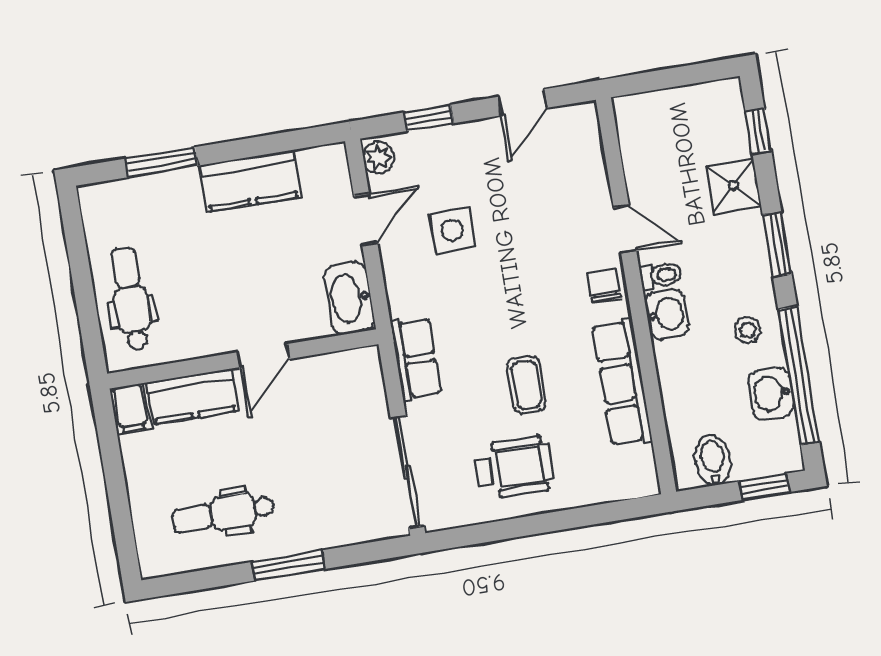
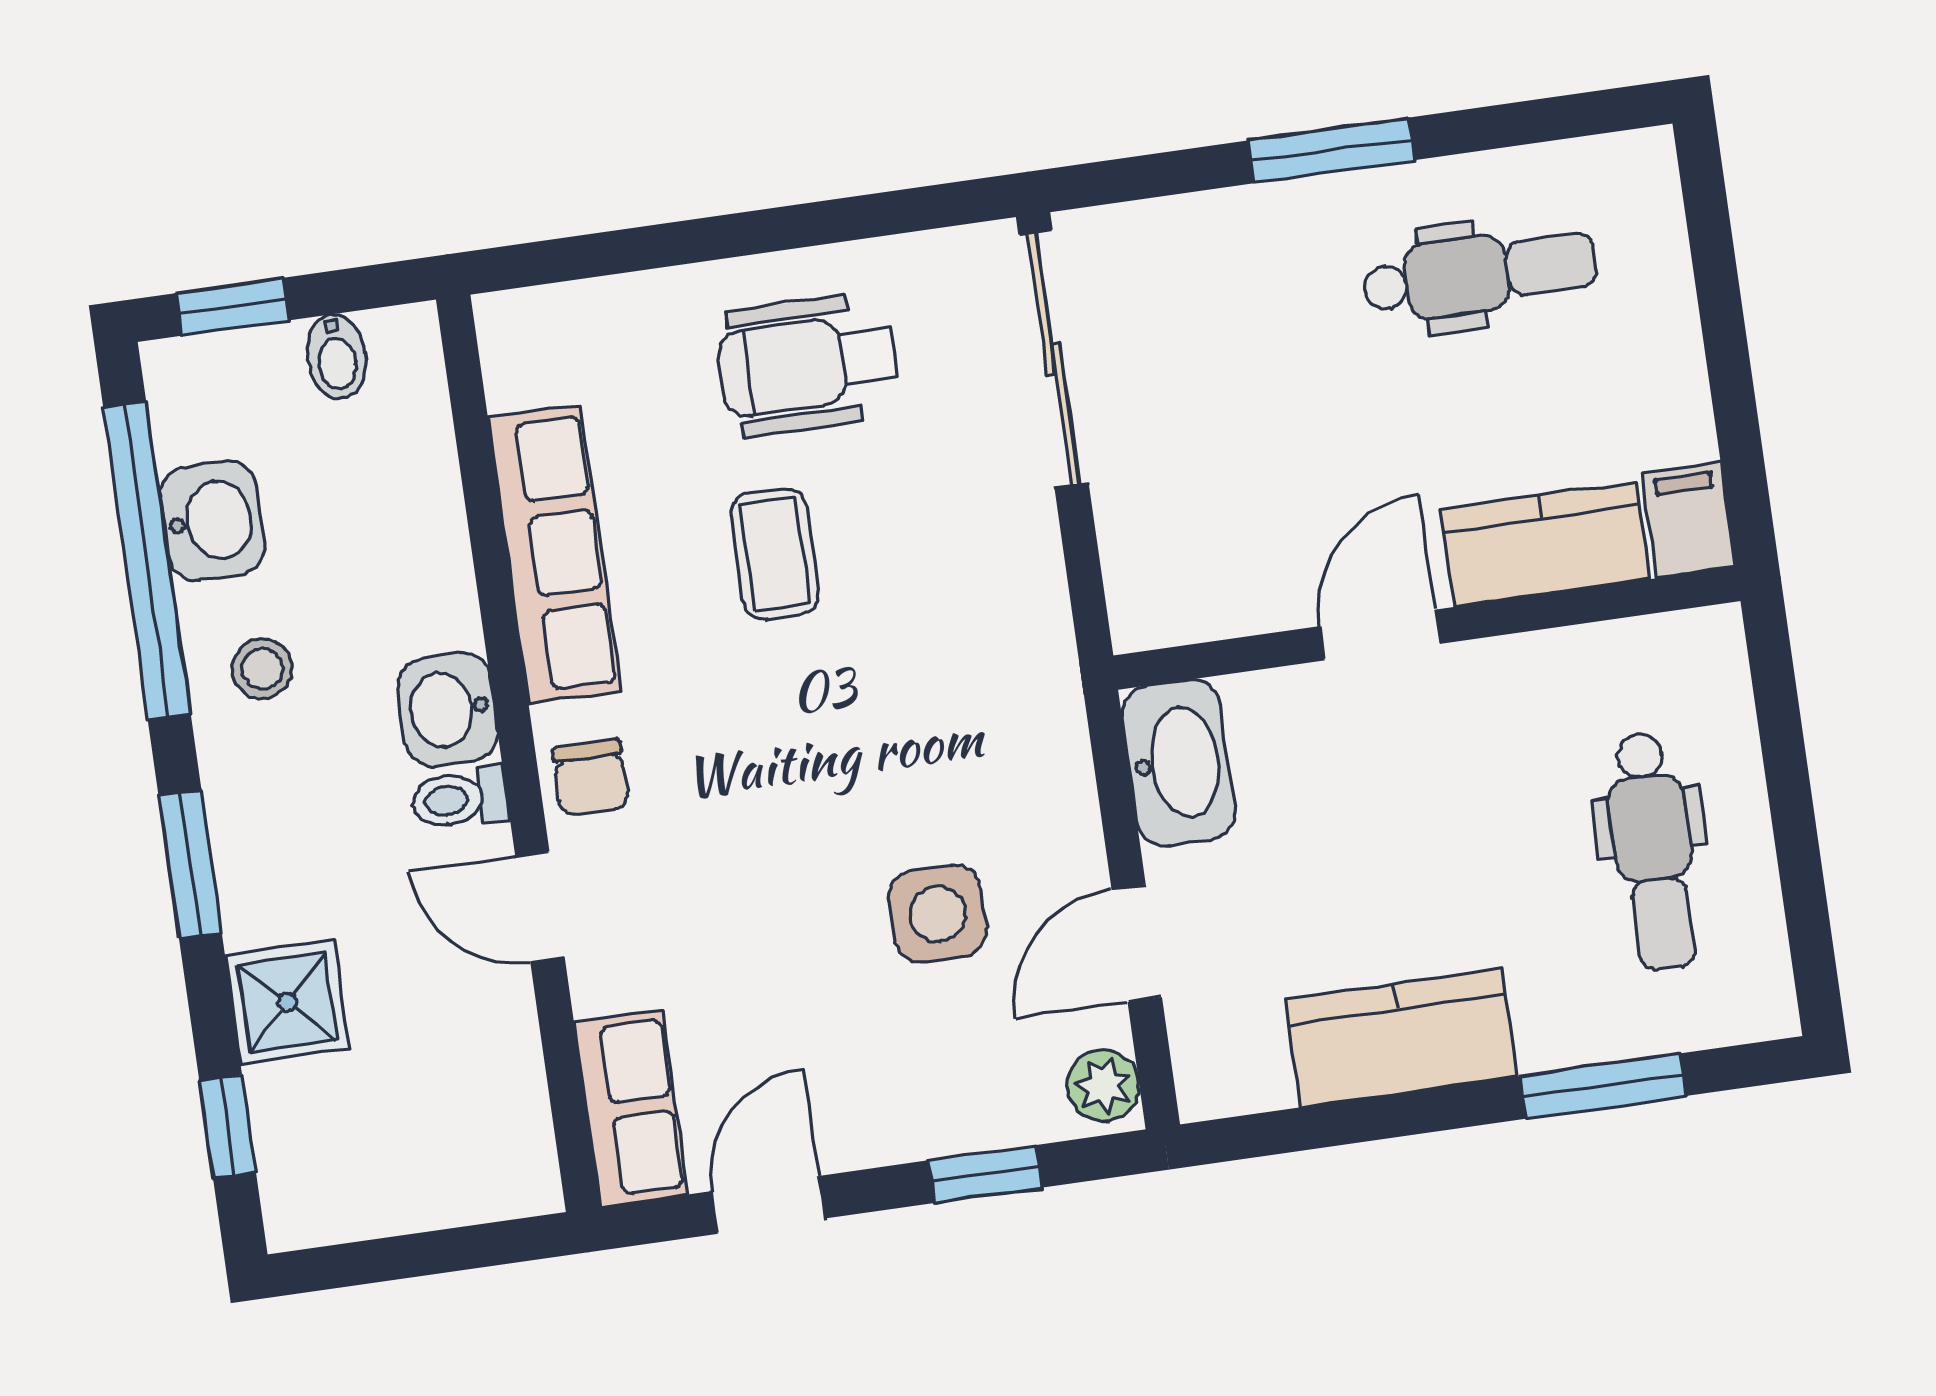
dental chair: (131, 299) -> (1653, 851), moved
row of seats: (416, 359) -> (631, 1108), moved, turned 180
bidet: (713, 460) -> (336, 357), width x0.72, depth x0.74

